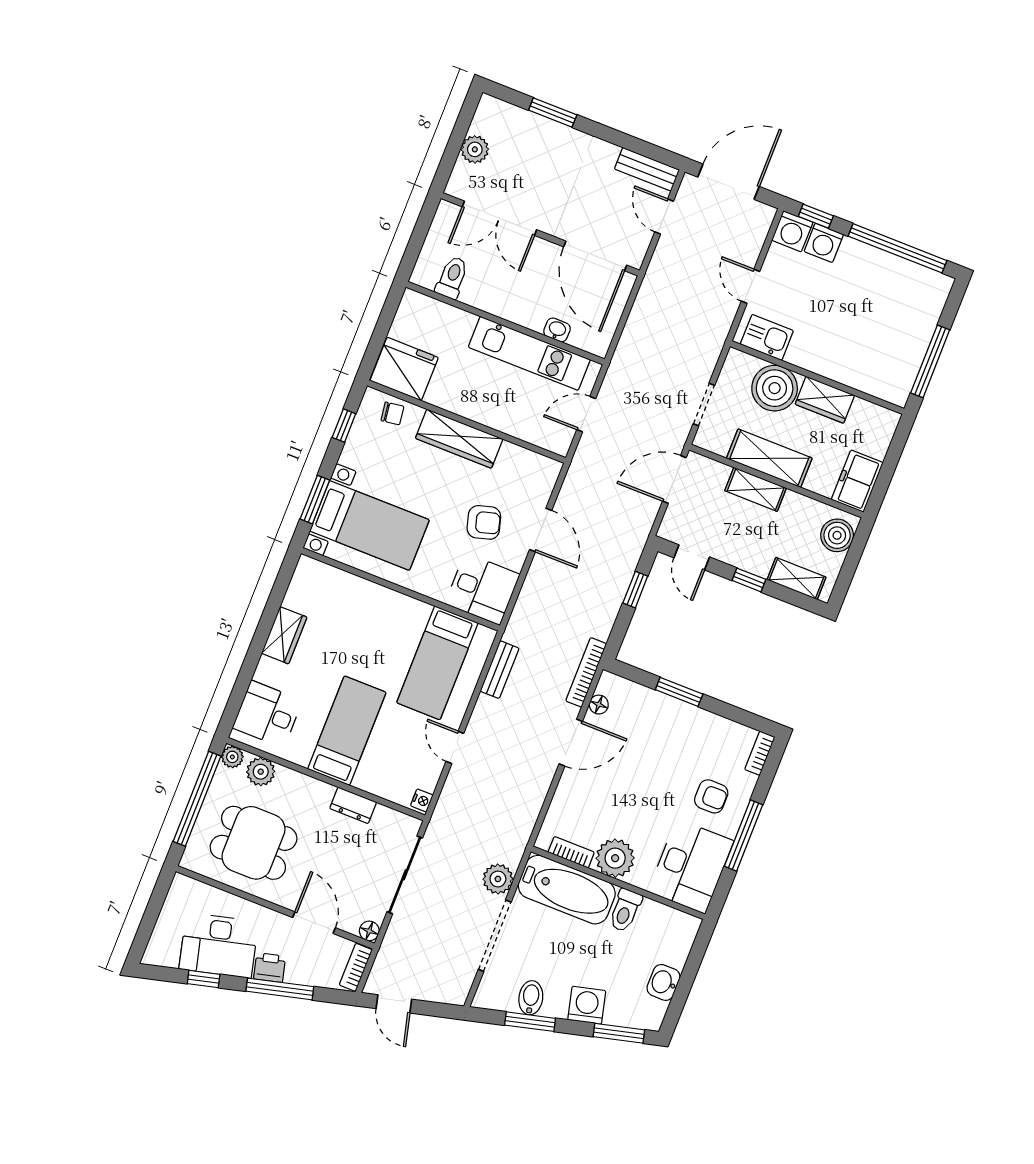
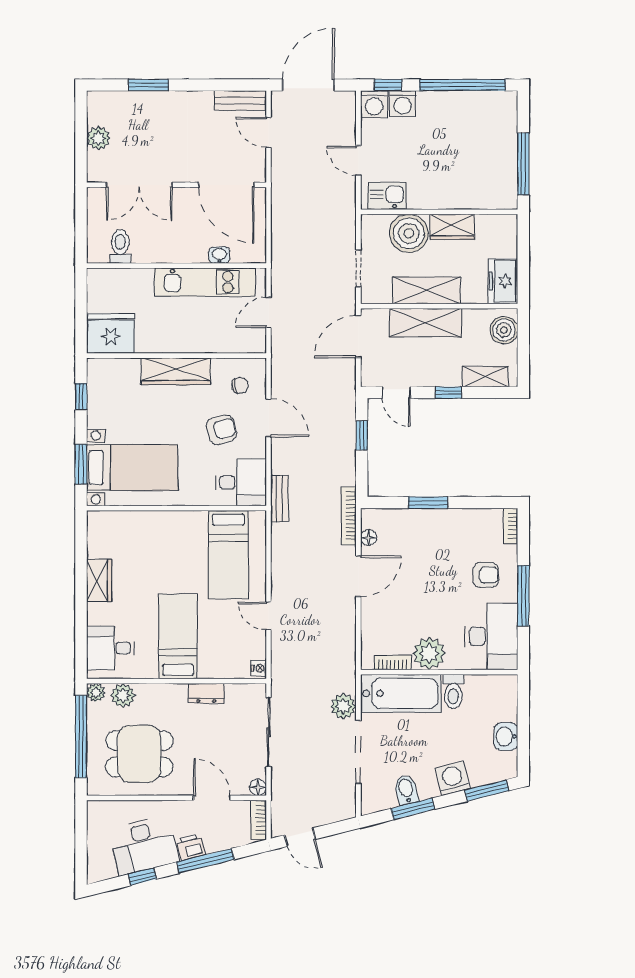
chair: (392, 413) -> (240, 385), moved
shelving: (756, 489) -> (425, 323), width x1.50, depth x1.33
bench: (500, 670) -> (280, 499), moved

